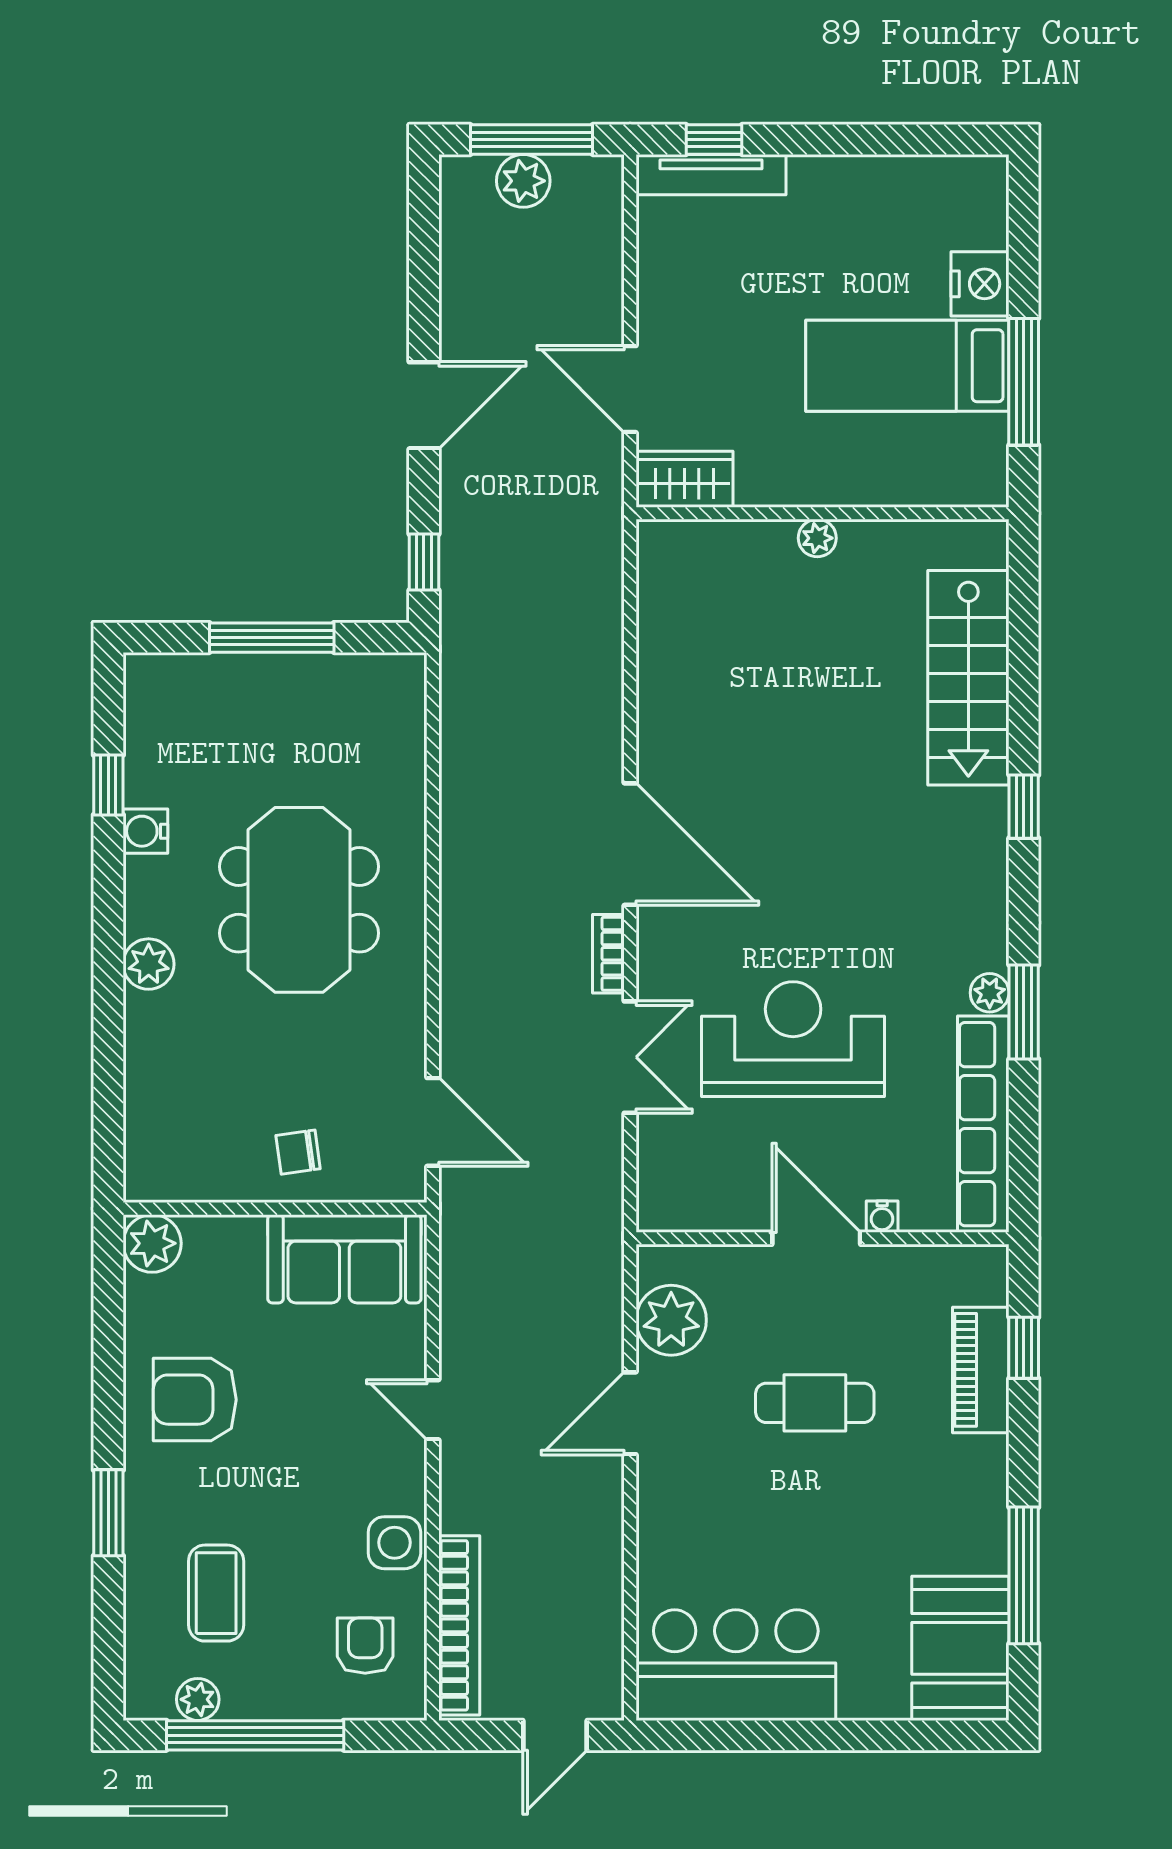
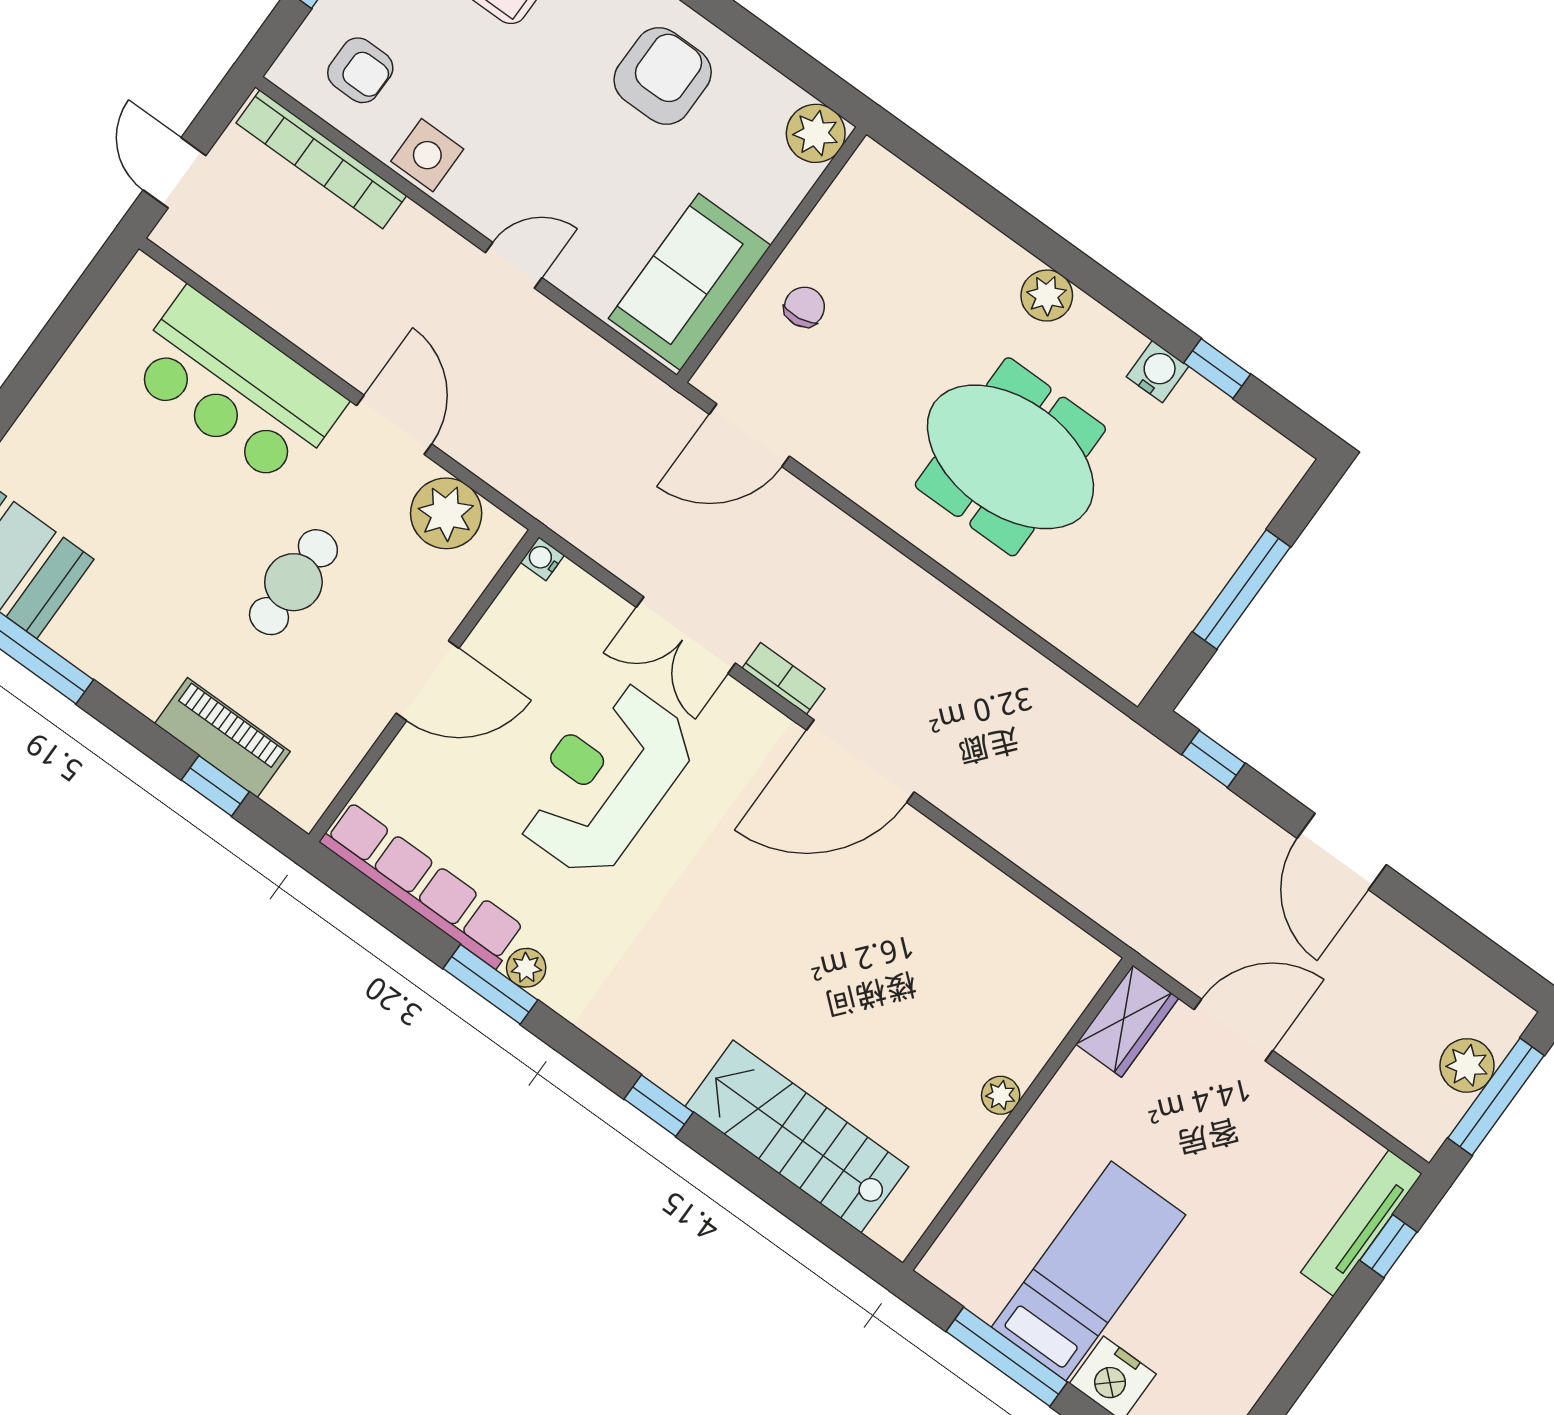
reception desk: (793, 1039) -> (604, 779), turned 180
water cooler: (882, 1217) -> (542, 559), moved
bar counter: (736, 1665) -> (236, 387), moved, turned 90

